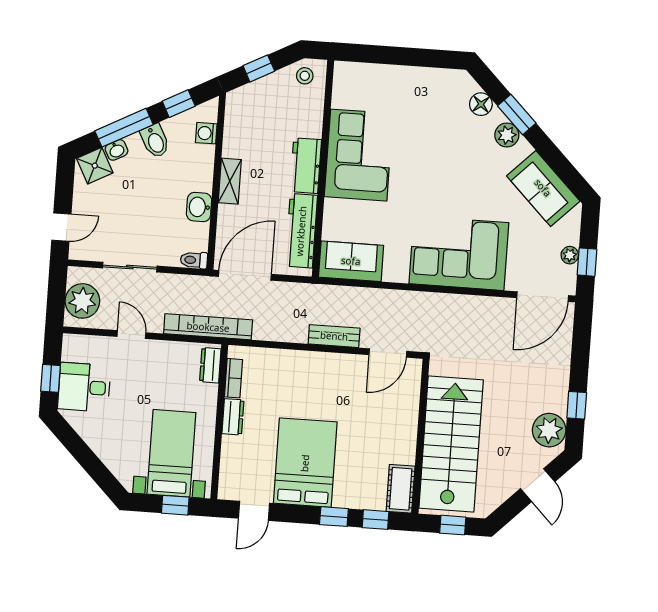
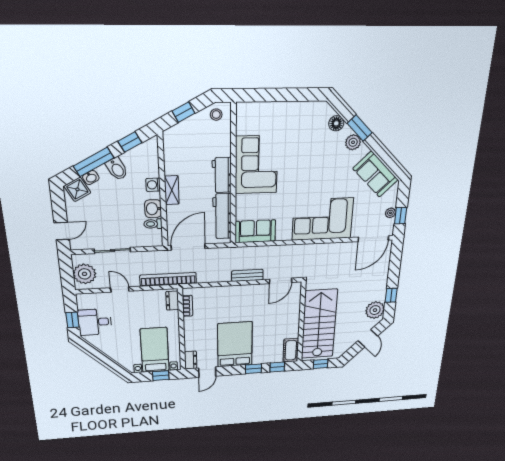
washing machine: (206, 133) -> (153, 185), moved
toilet: (194, 260) -> (153, 224), moved
dresser: (233, 417) -> (191, 360), moved

